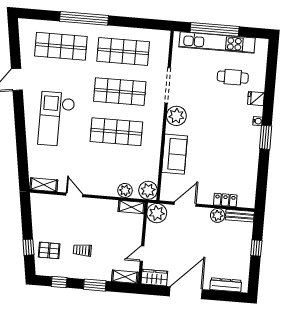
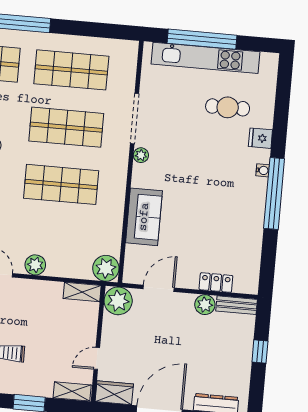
plant: (176, 116) -> (141, 155), width x0.53, depth x0.53
window: (266, 137) -> (274, 194), width x2.11
plant: (125, 190) -> (35, 265), moved

